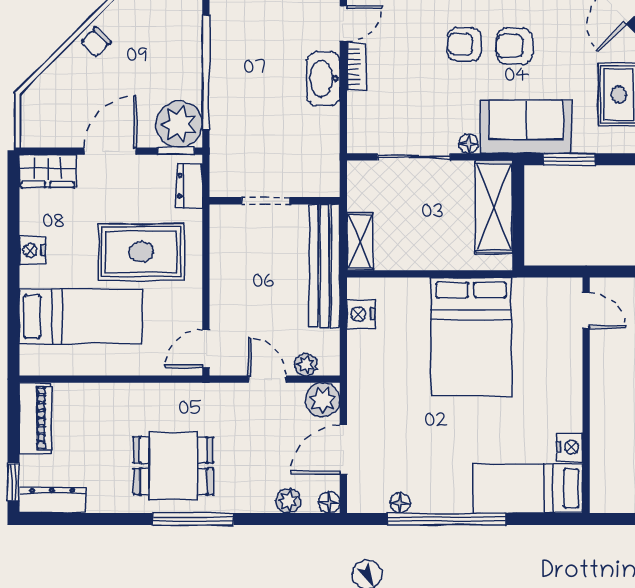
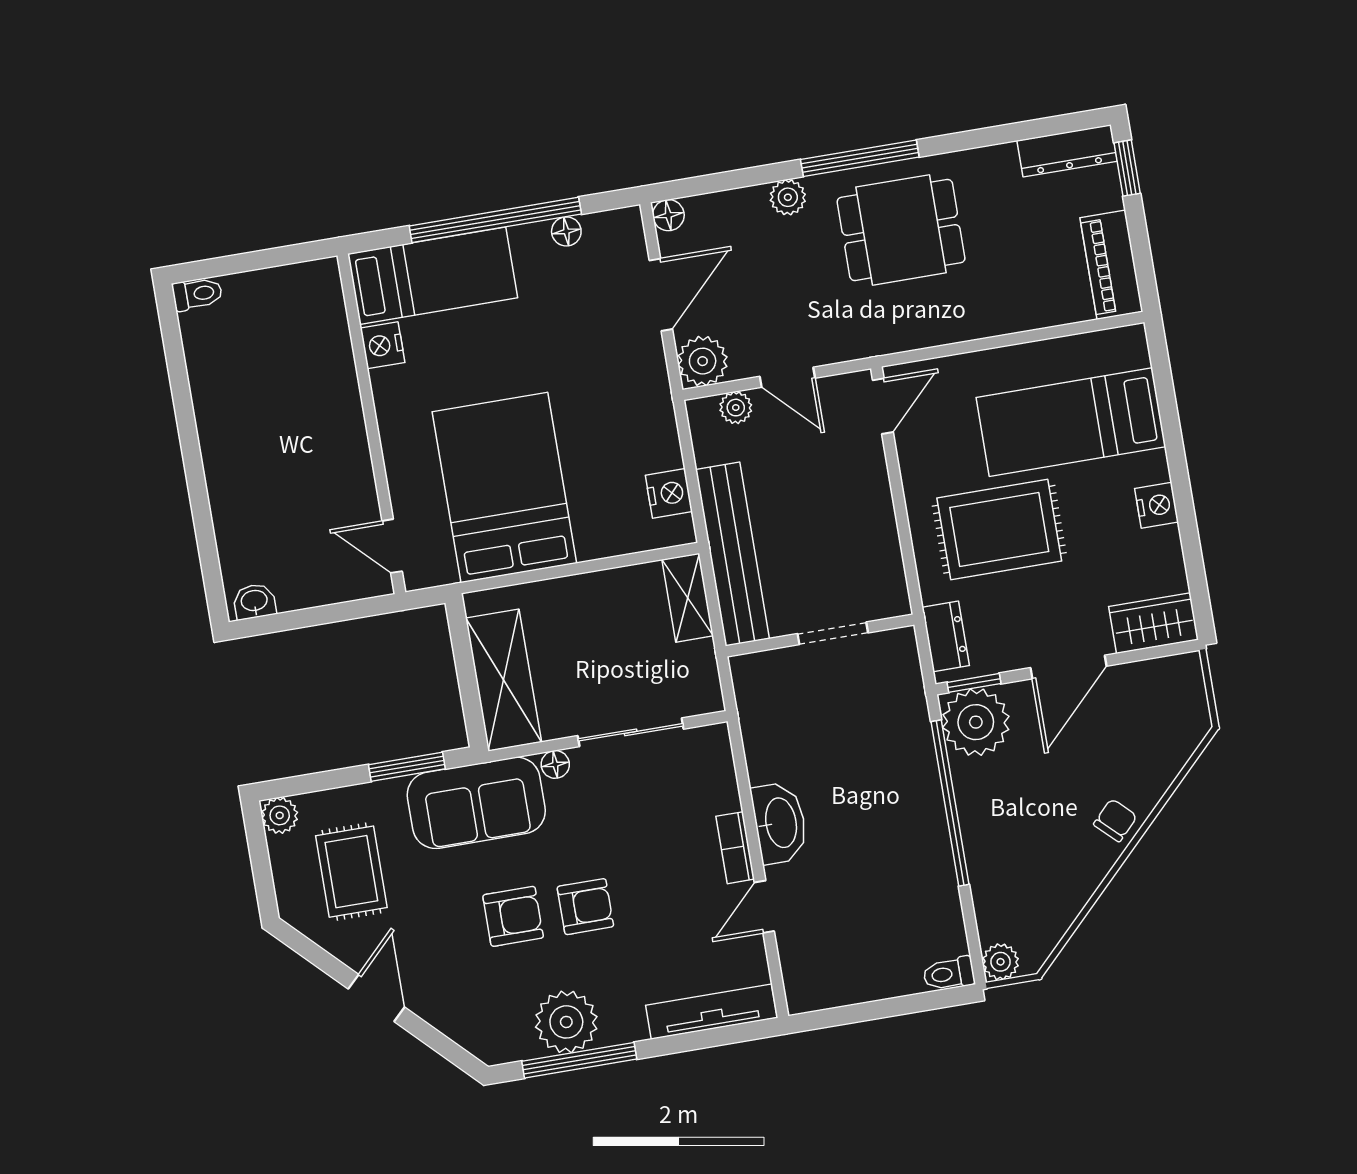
door: (586, 310) -> (392, 546), moved
wall: (586, 395) -> (371, 424), moved
nightstand: (570, 447) -> (383, 345), moved
bed: (528, 488) -> (433, 276), moved
plant: (288, 501) -> (788, 197), moved

